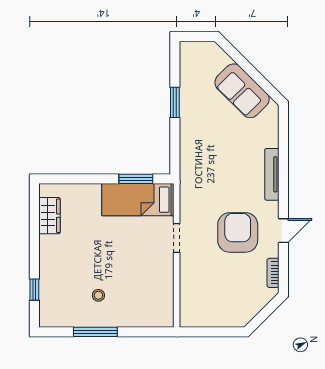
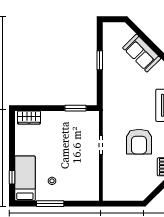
bed: (138, 200) -> (25, 178), moved, turned 90
wardrobe: (49, 216) -> (29, 118), moved, turned 90
armchair: (238, 232) -> (139, 142), turned 180

